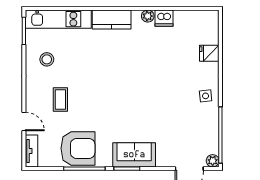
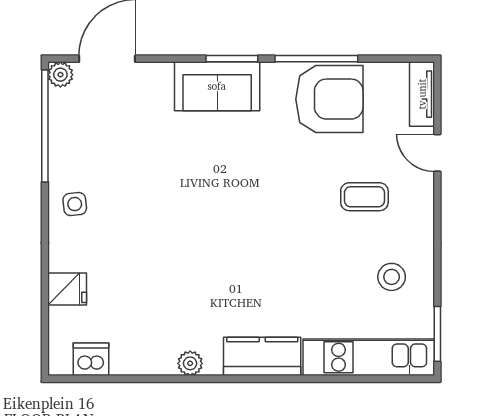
dishwasher: (164, 18) -> (91, 359), moved
coffee table: (60, 100) -> (364, 197), turned 90
armchair: (78, 148) -> (329, 99), turned 180

